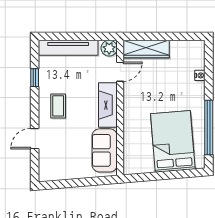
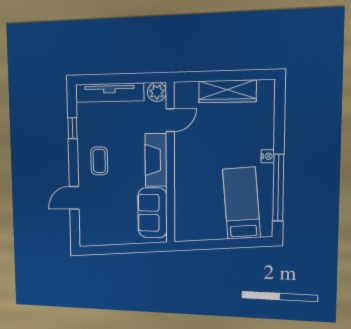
wardrobe: (146, 49) -> (227, 91), moved
nightstand: (200, 75) -> (268, 156), moved
bed: (173, 141) -> (241, 203), width x0.67

